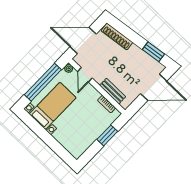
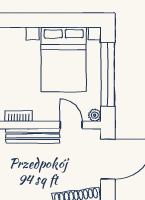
bench: (113, 91) -> (33, 136), width x1.36
bed with nightstands: (53, 106) -> (64, 59), width x1.36

